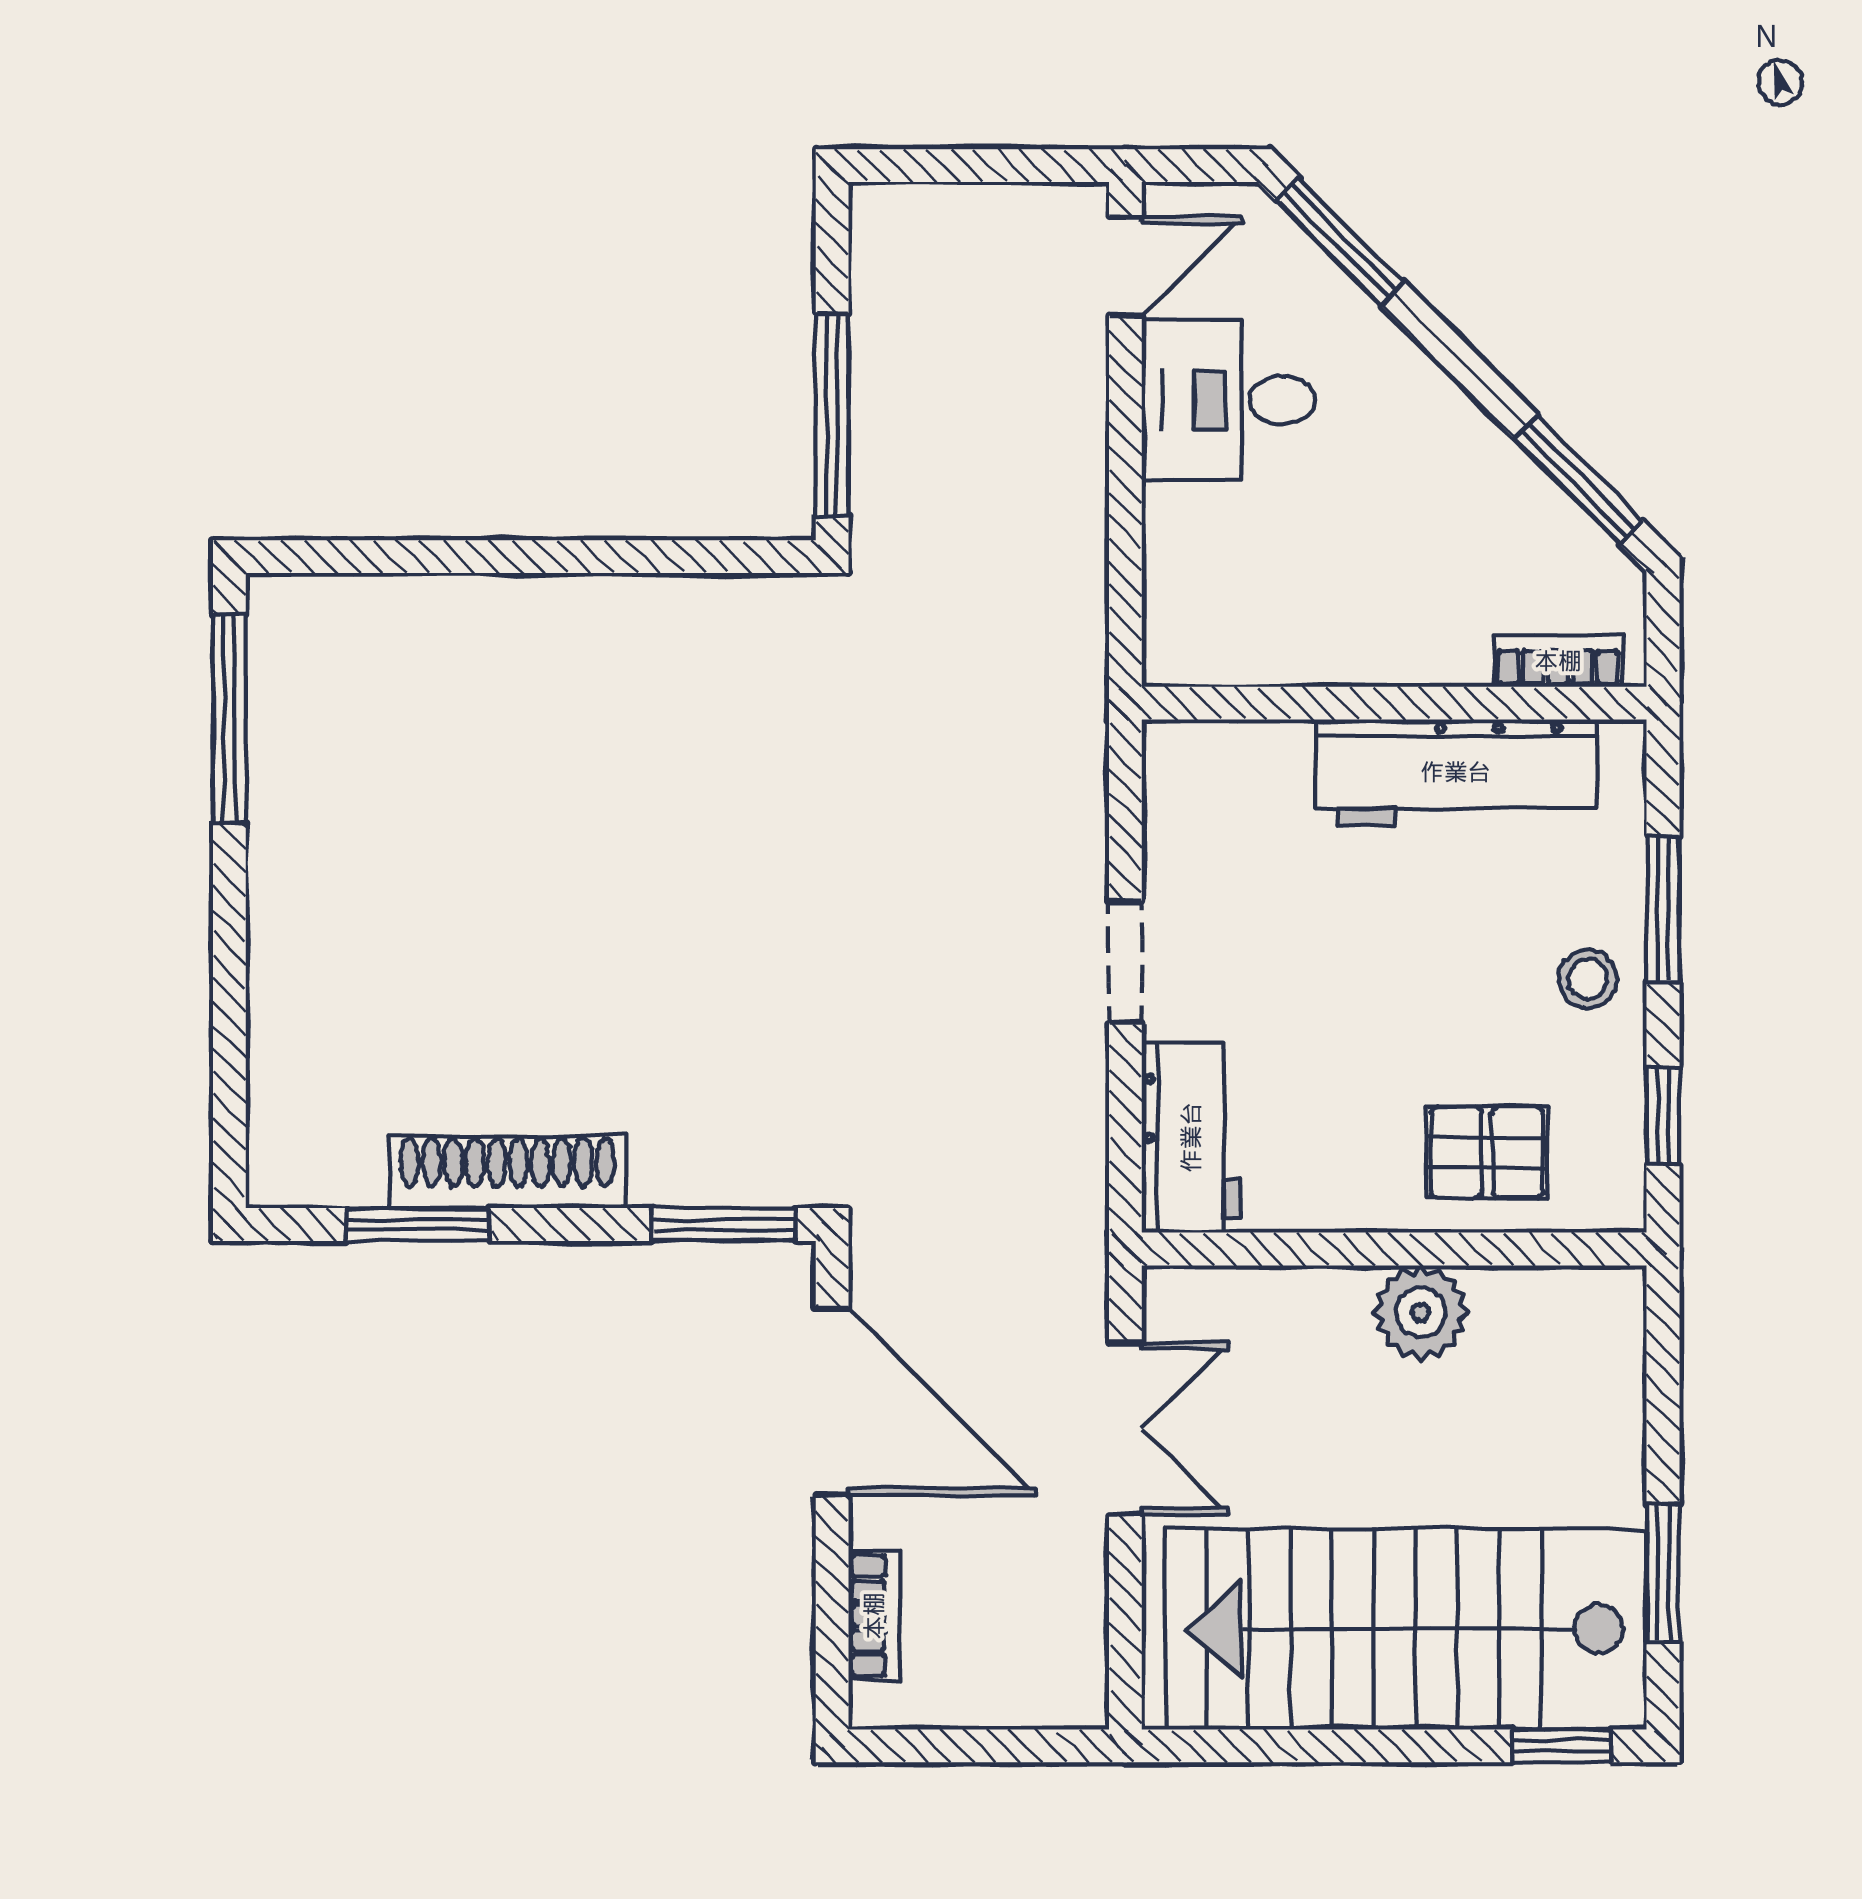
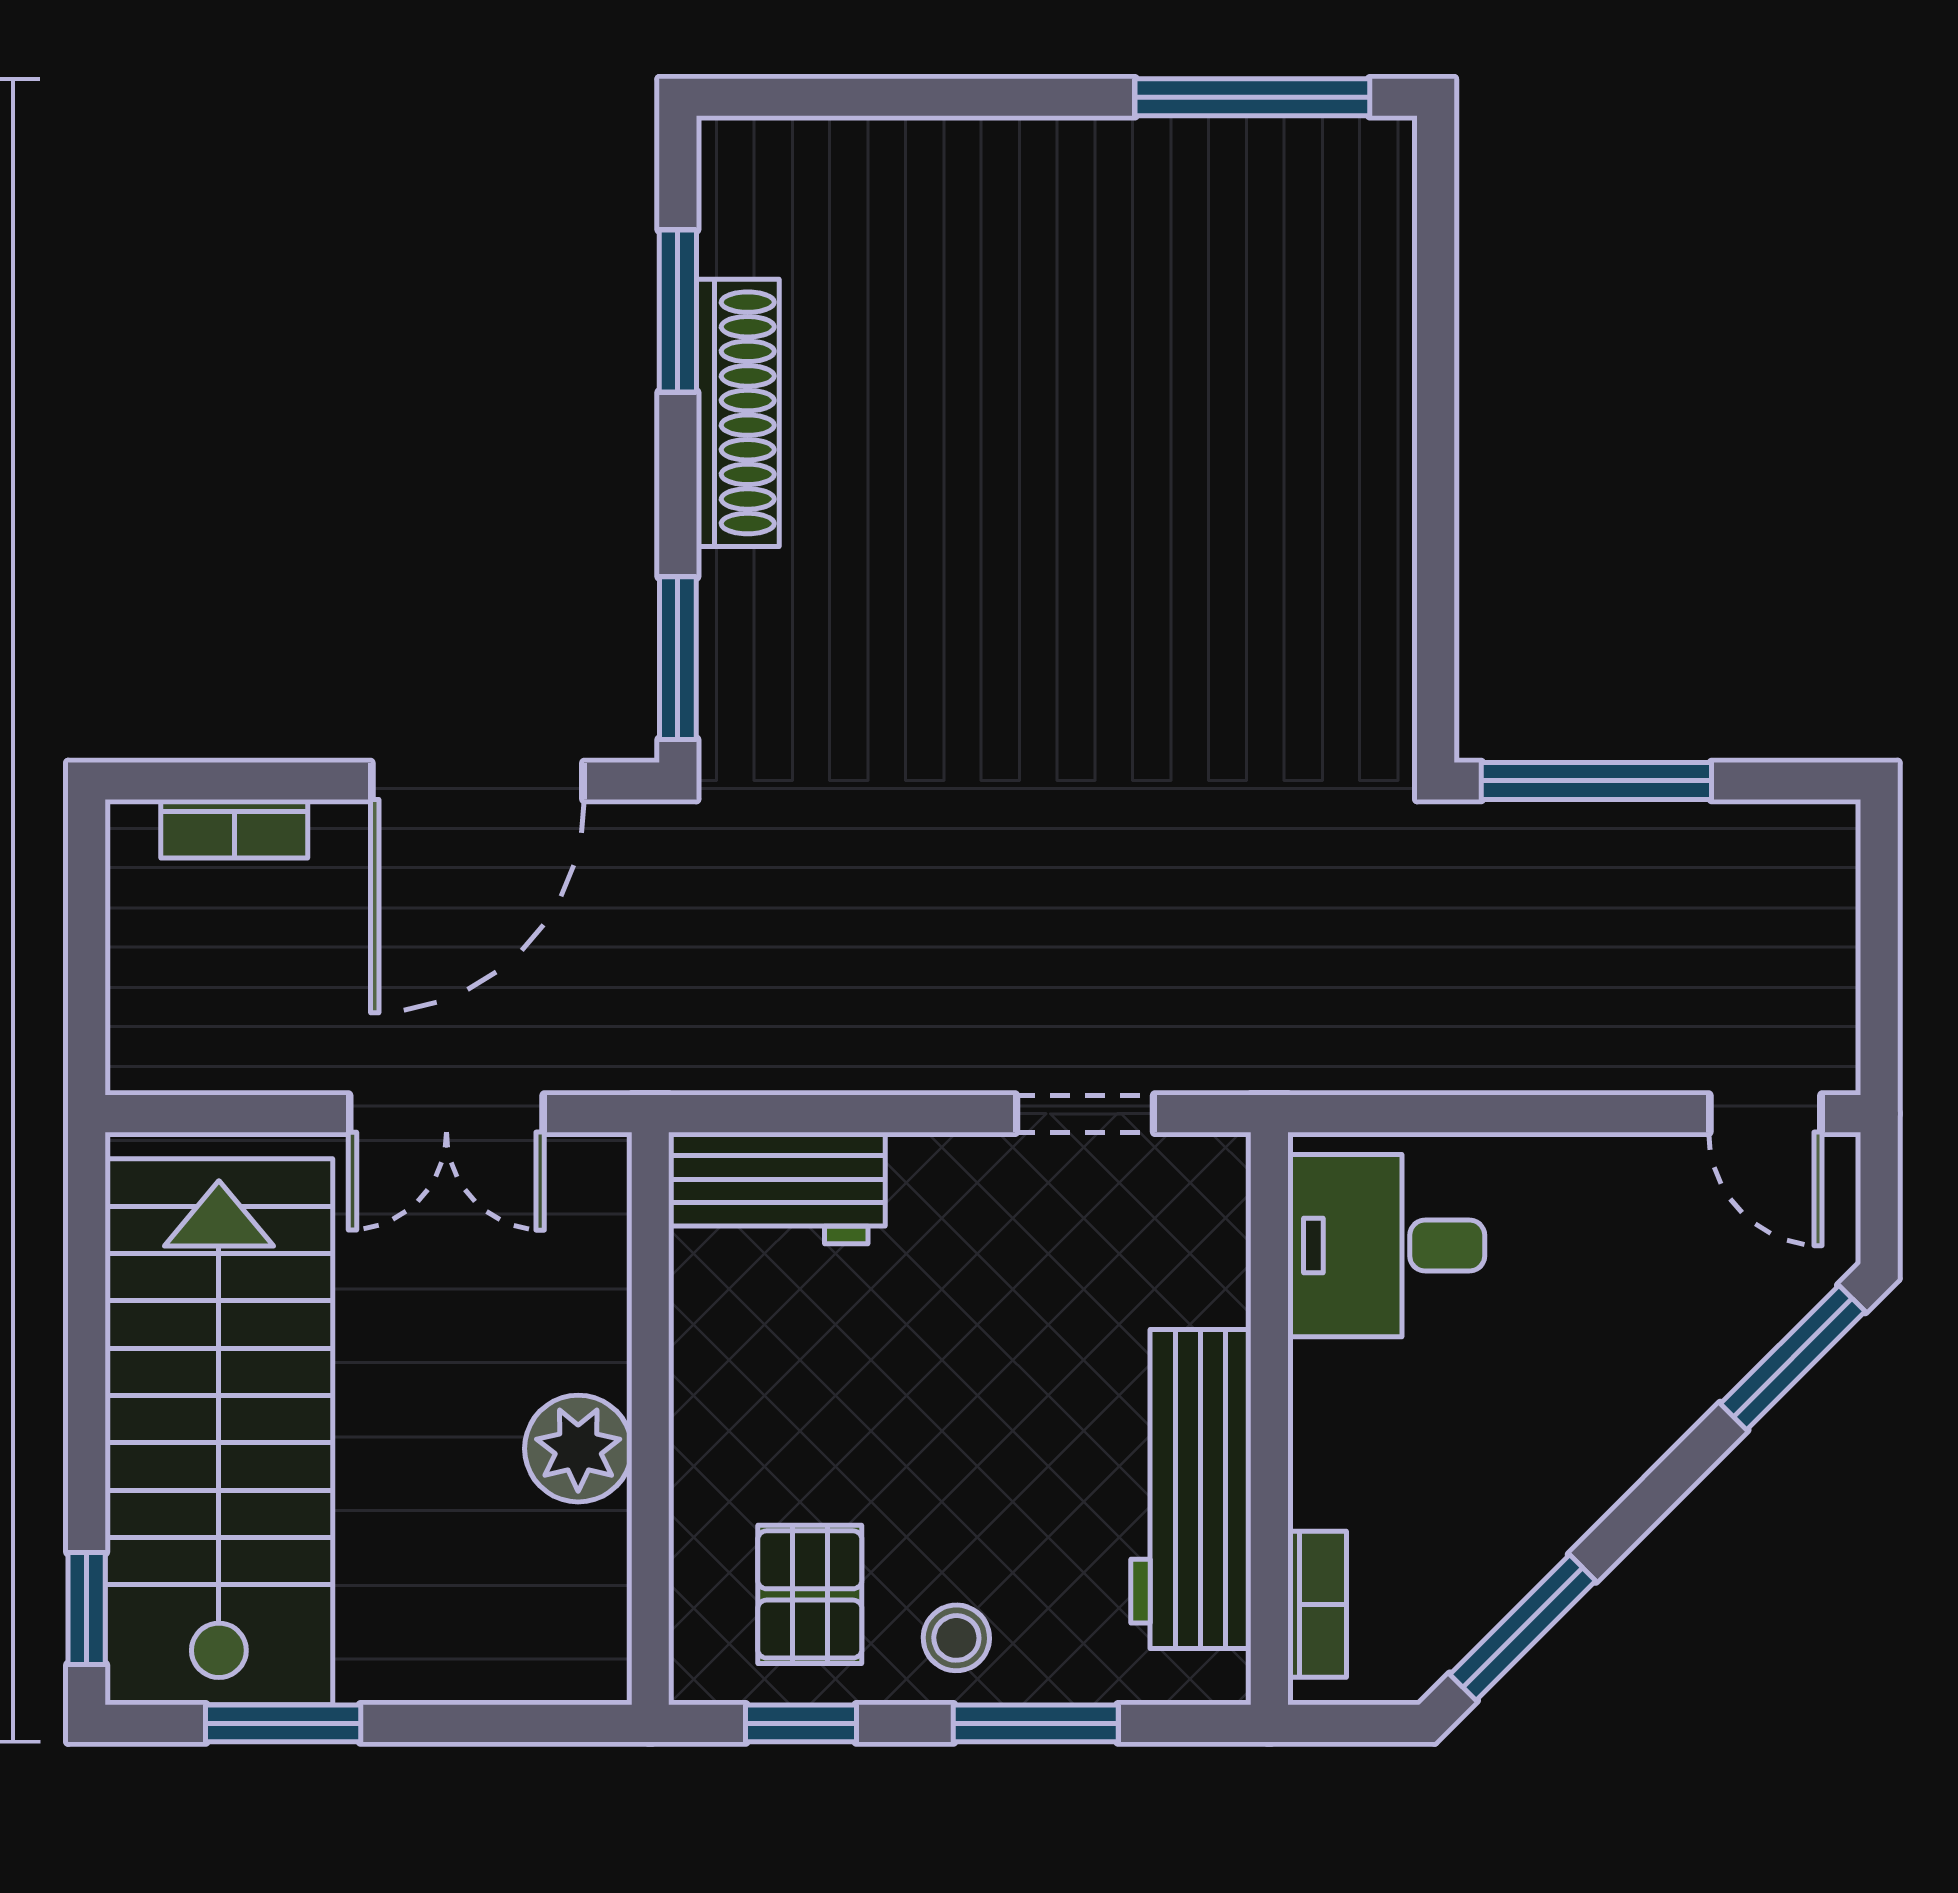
desk: (1228, 400) -> (1386, 1246), moved, turned -90
doorway: (1125, 962) -> (1085, 1114), moved
pallet: (1487, 1152) -> (810, 1594), moved

